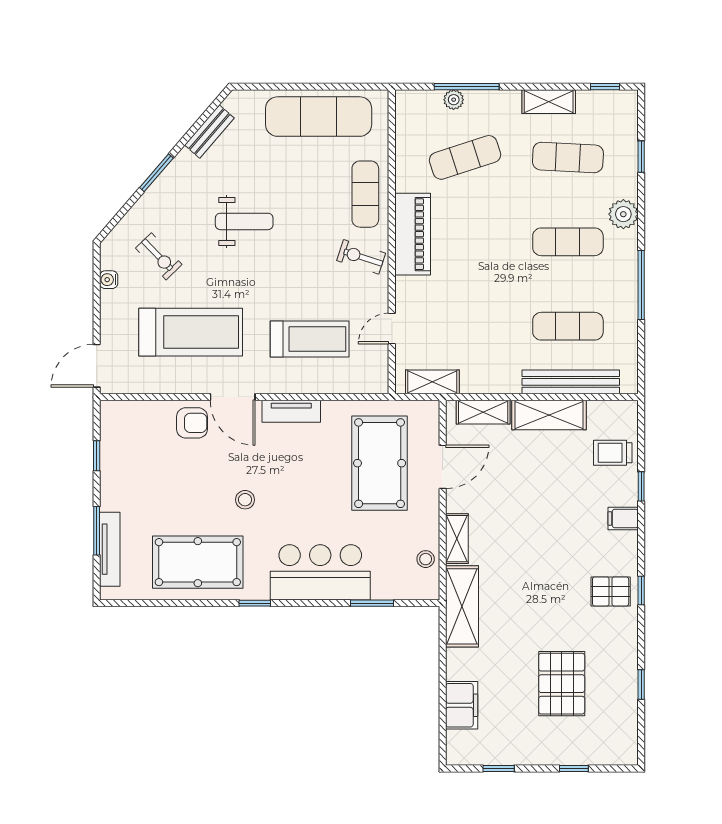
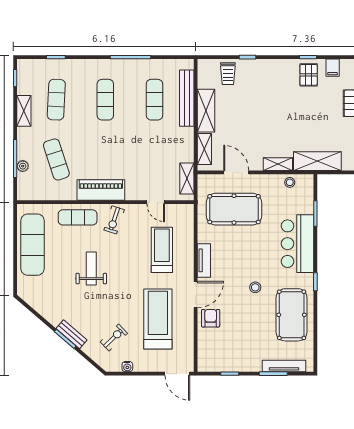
bench: (209, 132) -> (72, 334), moved
plant: (623, 214) -> (89, 67), removed
weight bench: (244, 221) -> (91, 269), moved
filing cabinet: (623, 518) -> (333, 68), moved

